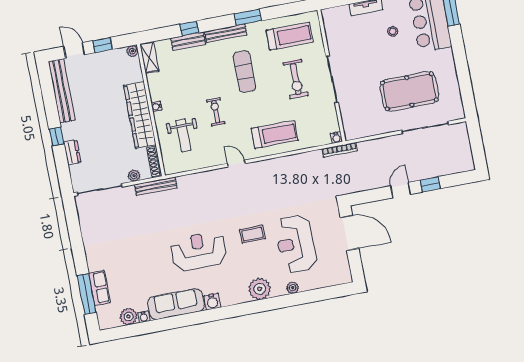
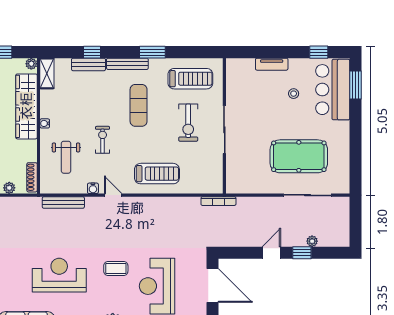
wardrobe: (140, 115) -> (26, 106), moved
water cooler: (336, 138) -> (93, 188), moved
plant: (438, 171) -> (312, 241), added
bench: (156, 186) -> (63, 202), moved

